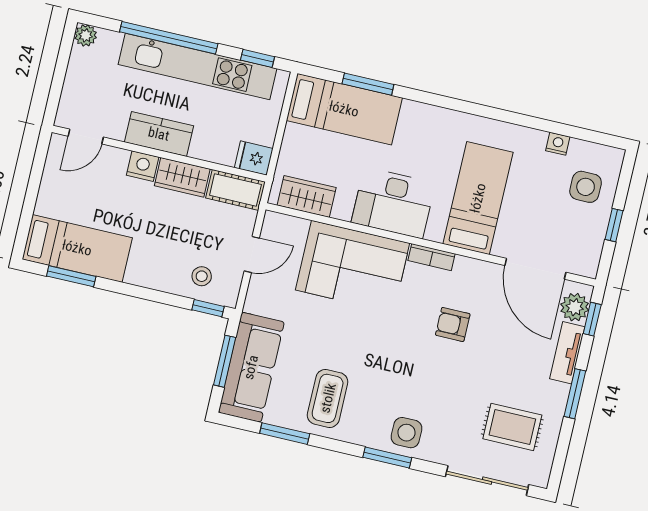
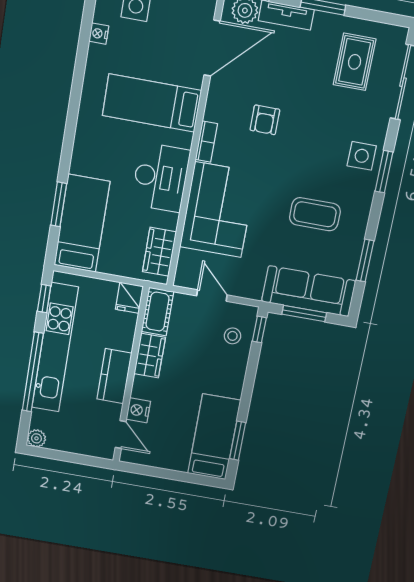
nightstand: (143, 166) -> (138, 410), moved
coffee table: (328, 398) -> (315, 214), moved

